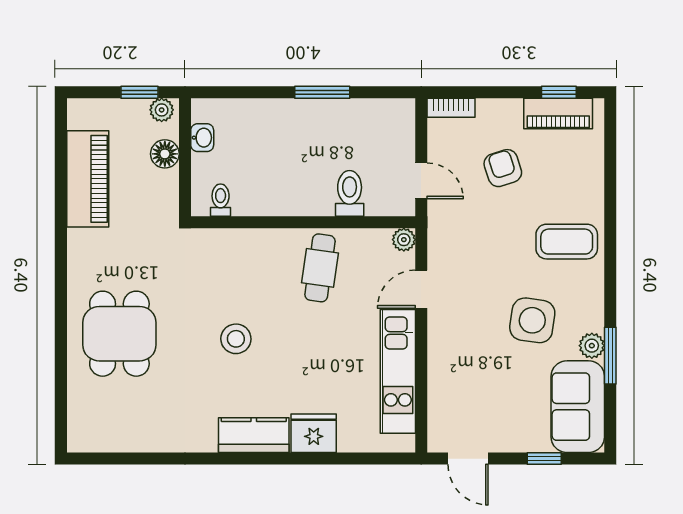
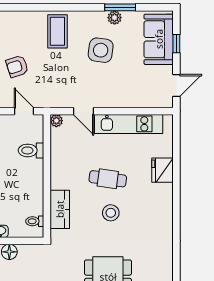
door: (421, 181) -> (24, 111), hinge flipped
cafe table: (320, 268) -> (108, 179), moved
sofa: (578, 407) -> (159, 39), moved, turned 90
kitchen counter: (254, 435) -> (60, 209), moved, turned 180

